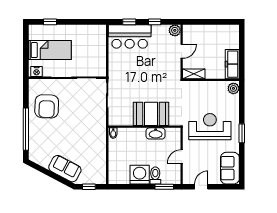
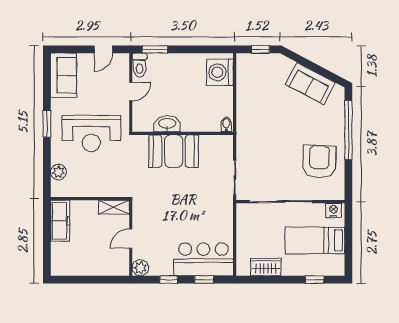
wardrobe: (85, 31) -> (266, 267), added
plant: (233, 88) -> (58, 172), moved
sofa: (65, 169) -> (310, 83), moved
washing machine: (140, 175) -> (220, 72), moved, turned 90
toilet: (155, 175) -> (140, 65), moved

